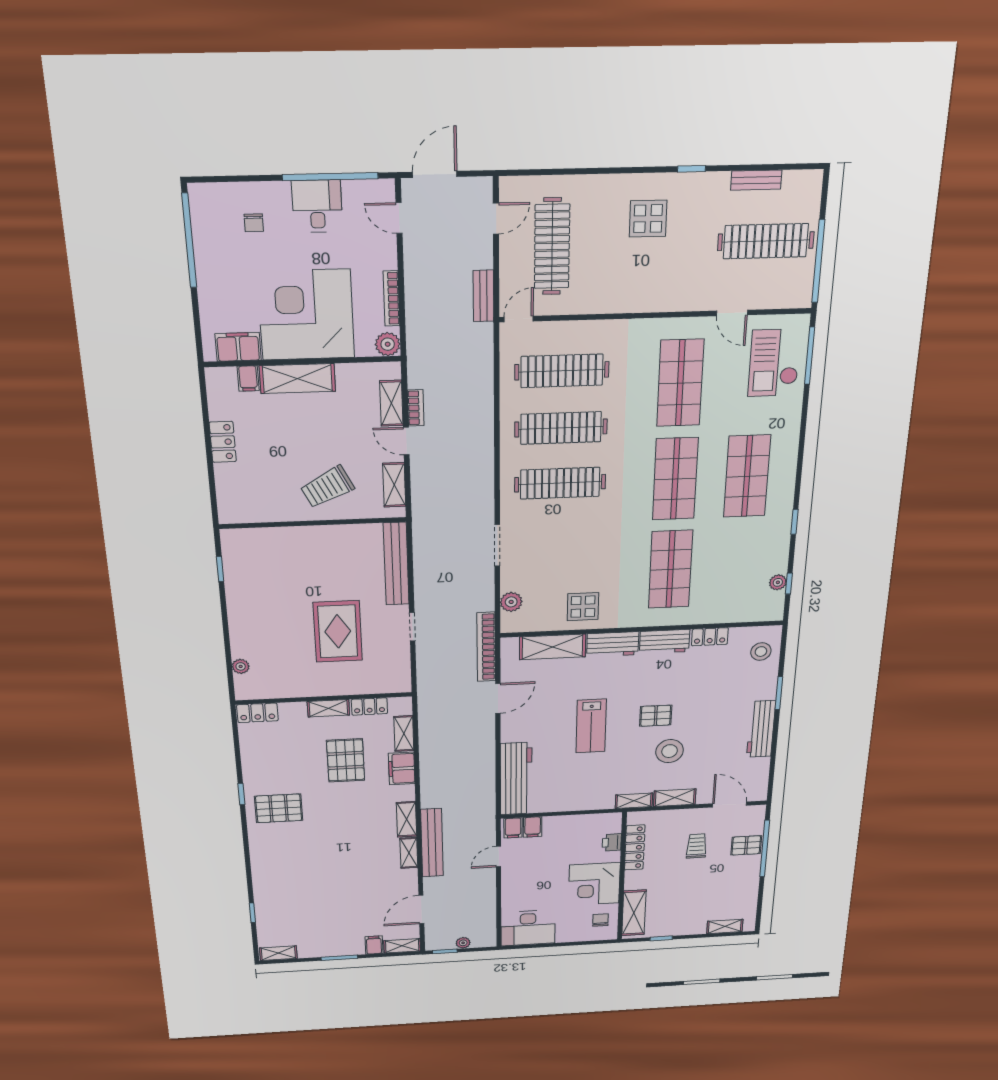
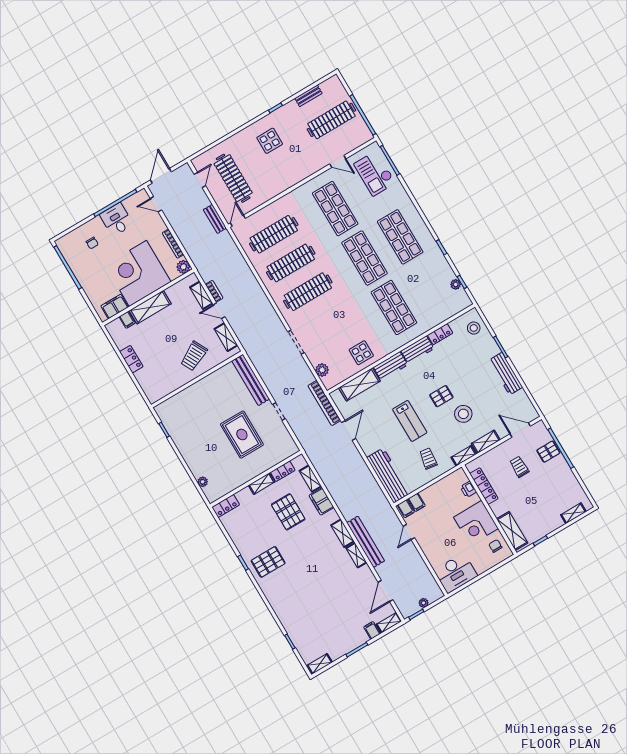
trolley: (584, 783) -> (428, 459), added

